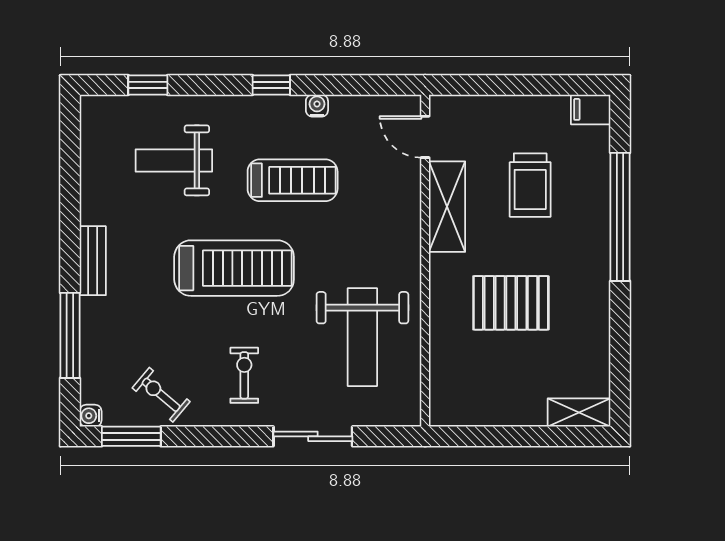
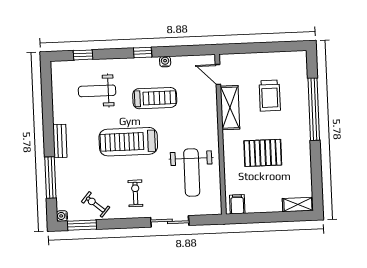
filing cabinet: (591, 109) -> (237, 204), moved, turned 90
treadmill: (234, 268) -> (128, 142), turned 180

